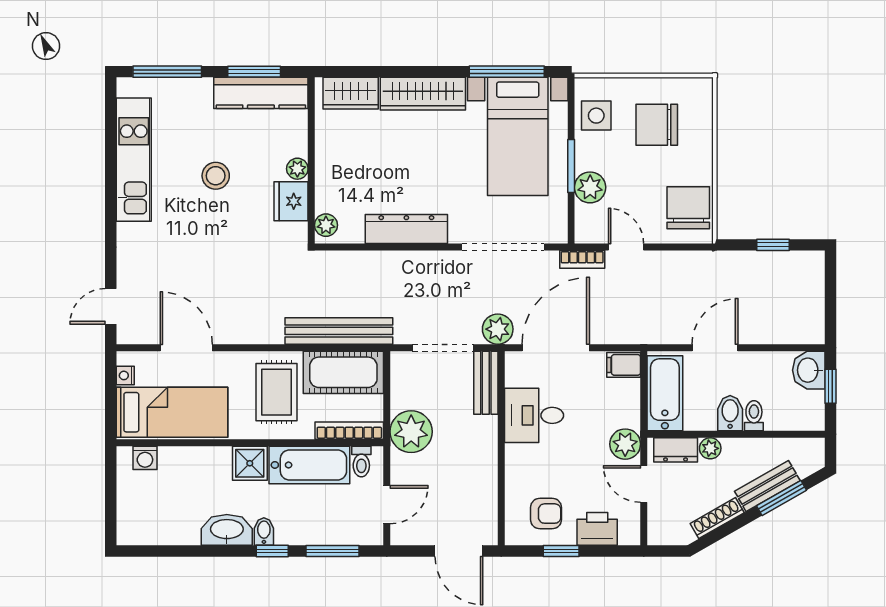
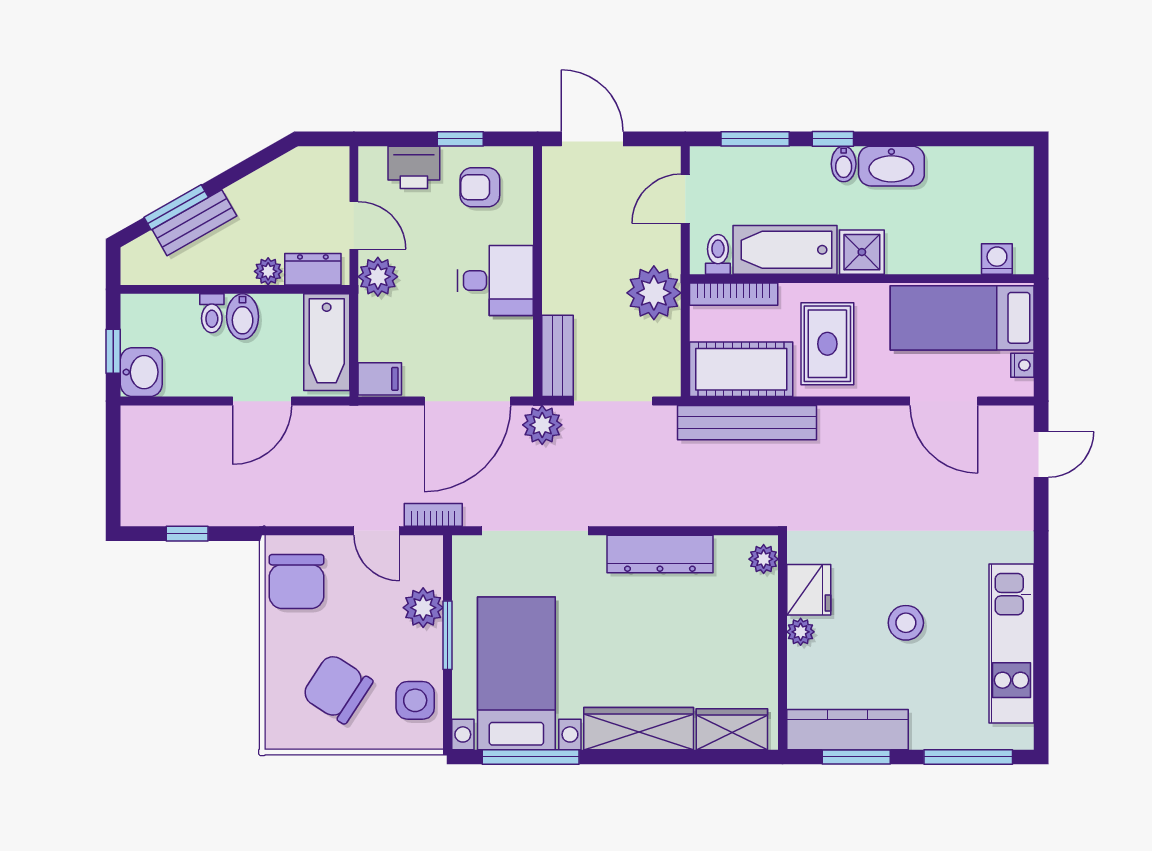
chair: (657, 125) -> (337, 689), turned -147
desk: (534, 415) -> (495, 281), moved
shoe rack: (717, 518) -> (259, 181), removed

